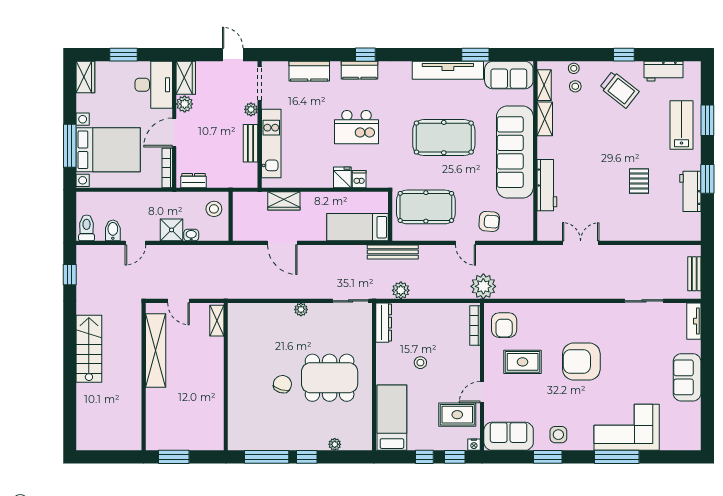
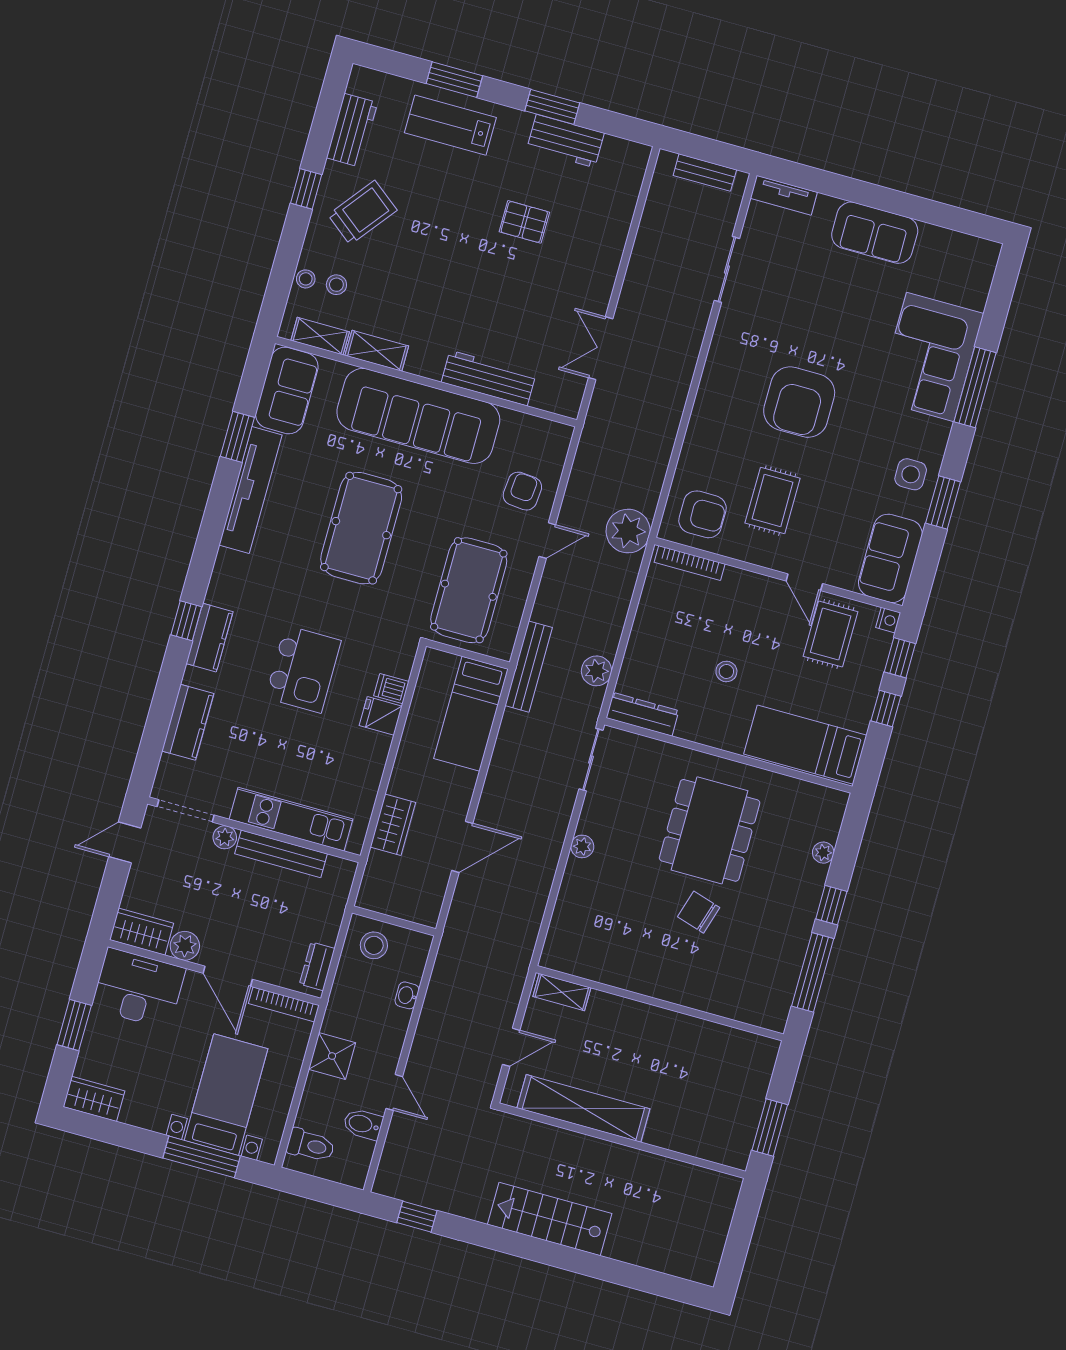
bench: (250, 143) -> (281, 854), width x1.36
bed with nightstands: (108, 150) -> (226, 1095), width x0.73
toilet: (87, 228) -> (311, 1145), moved, turned 180
shower: (172, 230) -> (332, 1056), moved

